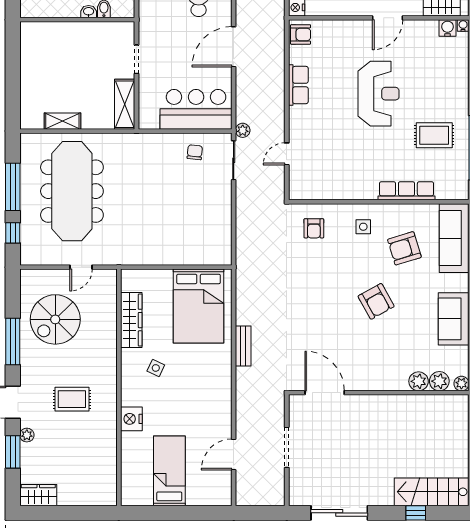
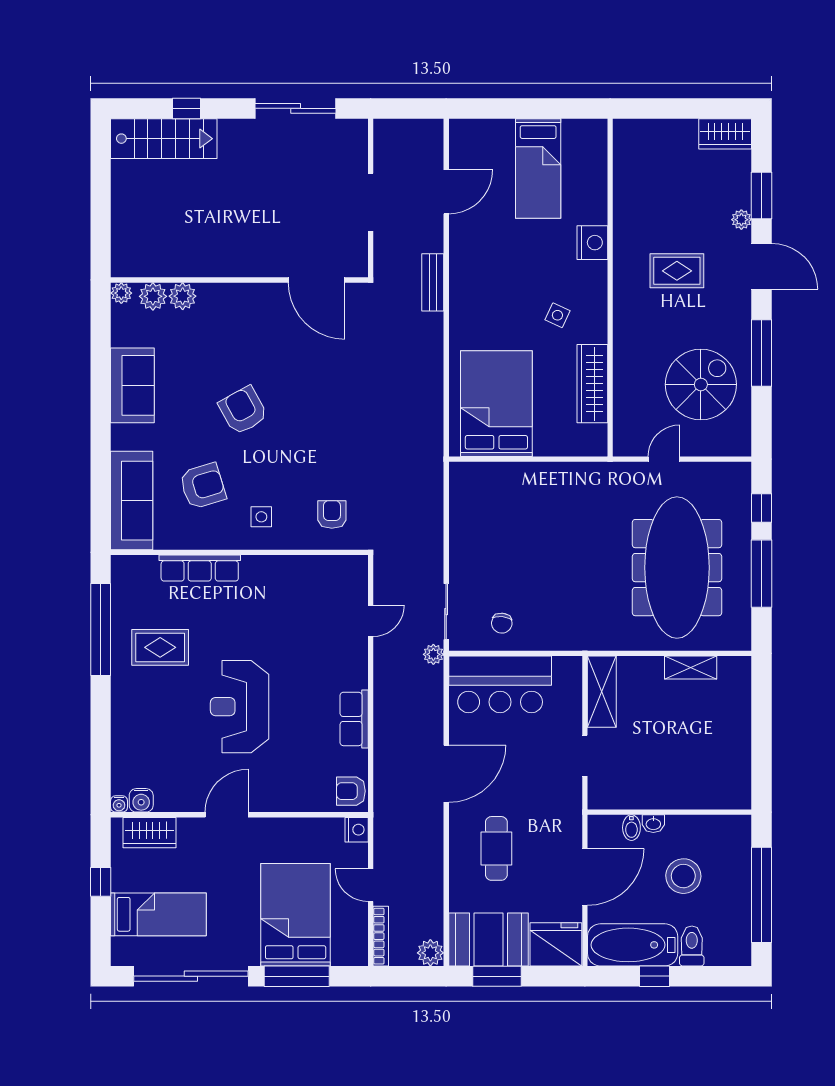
bench: (243, 346) -> (433, 282), moved

